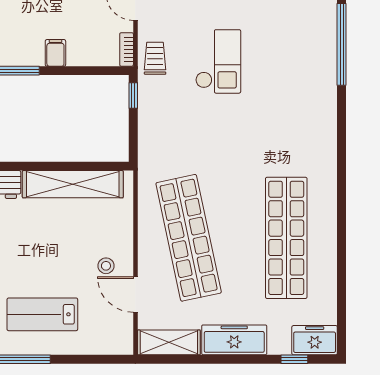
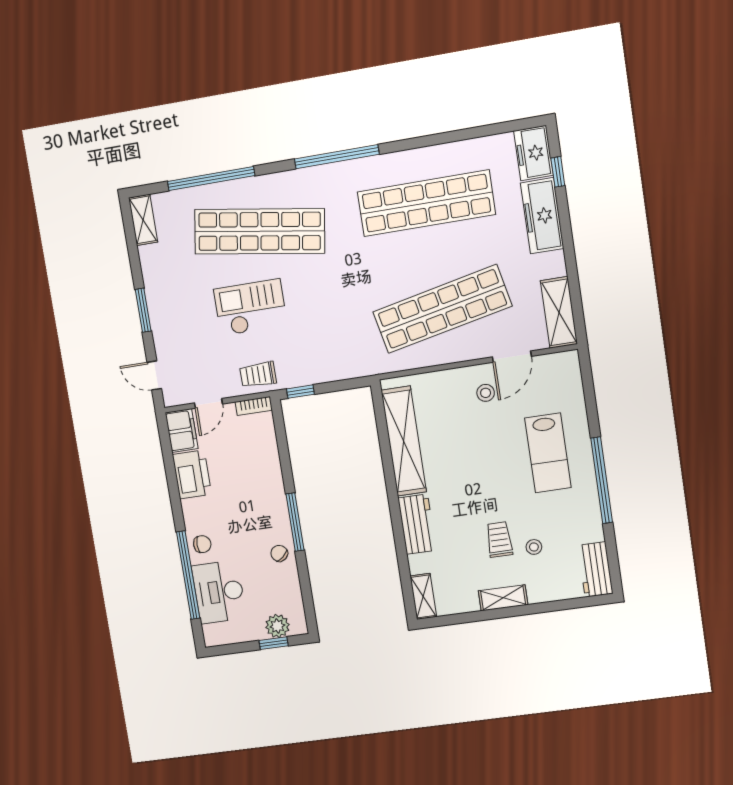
filing cabinet: (55, 53) -> (269, 480), removed
shop shelf: (286, 81) -> (259, 231), added
window: (342, 163) -> (337, 157), added
freezer: (234, 340) -> (542, 216), moved

